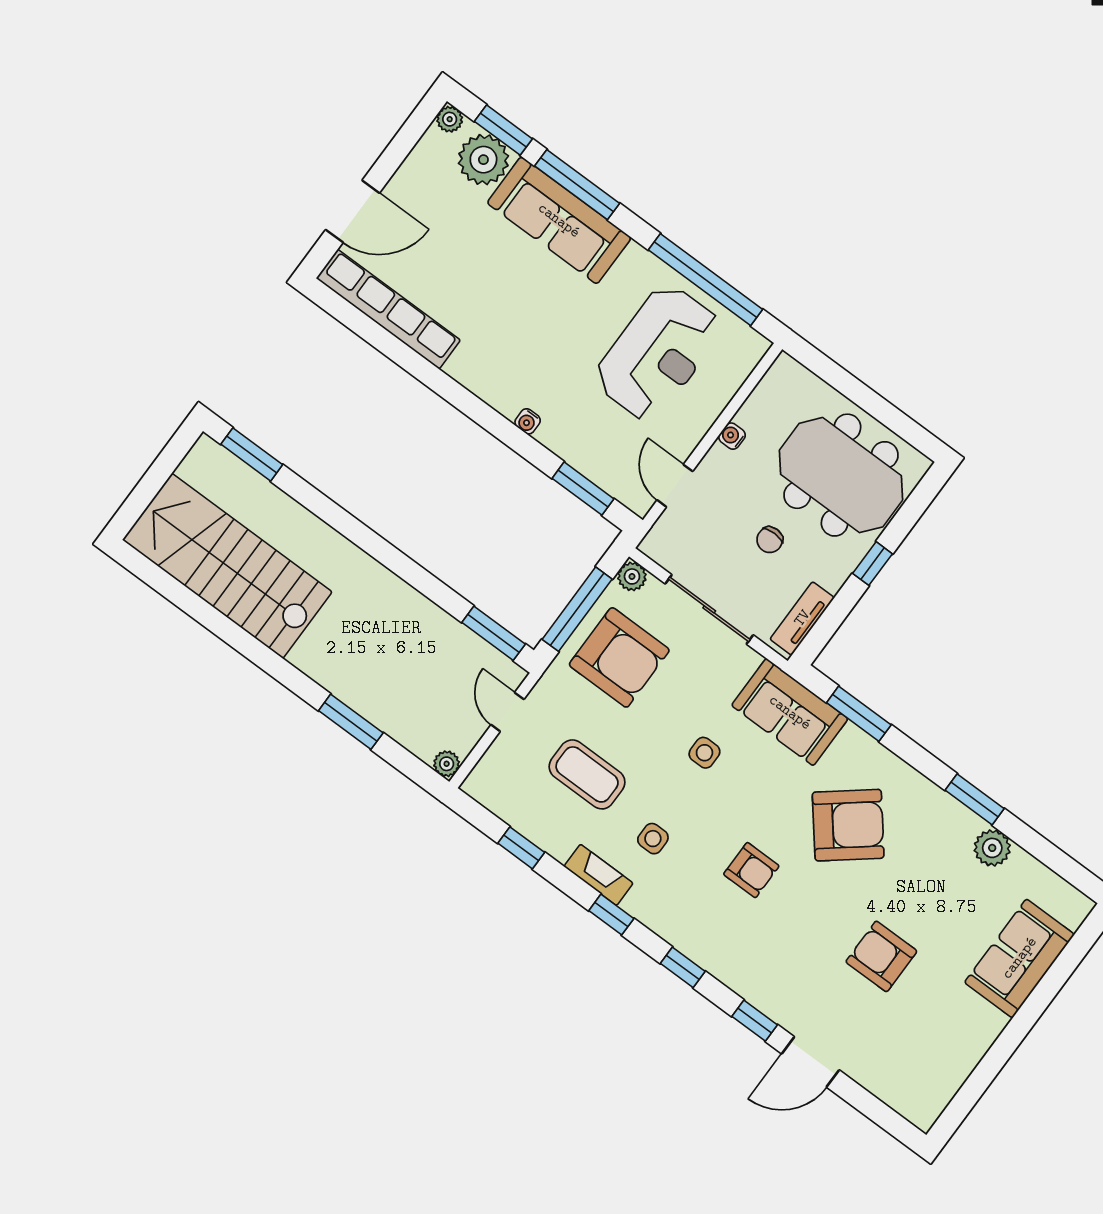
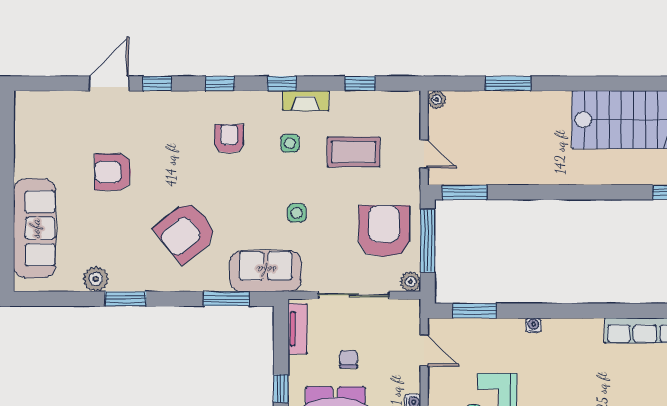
armchair: (619, 657) -> (384, 231), turned 90
armchair: (751, 870) -> (229, 139), moved, turned 90
armchair: (881, 956) -> (113, 172), turned 180
sofa: (1019, 958) -> (35, 228), width x1.36

